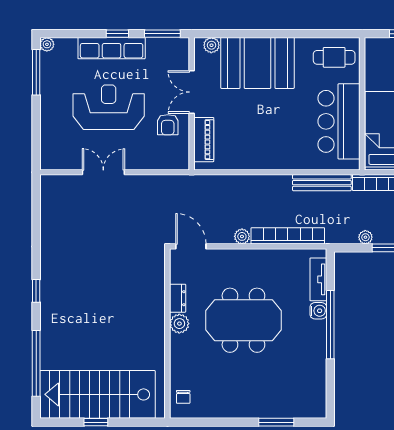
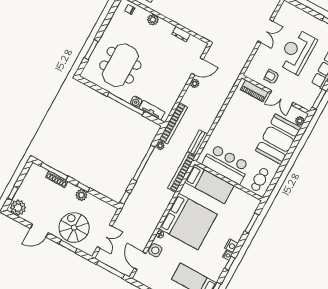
double door: (192, 92) -> (282, 98), swing flipped
reception desk: (109, 107) -> (297, 52), turned 180
bench: (322, 183) -> (198, 143), width x0.73
bookcase: (288, 236) -> (173, 123), moved
door: (191, 246) -> (197, 66), moved
meeting table: (243, 320) -> (120, 65), moved
plant: (179, 324) -> (153, 20), moved

